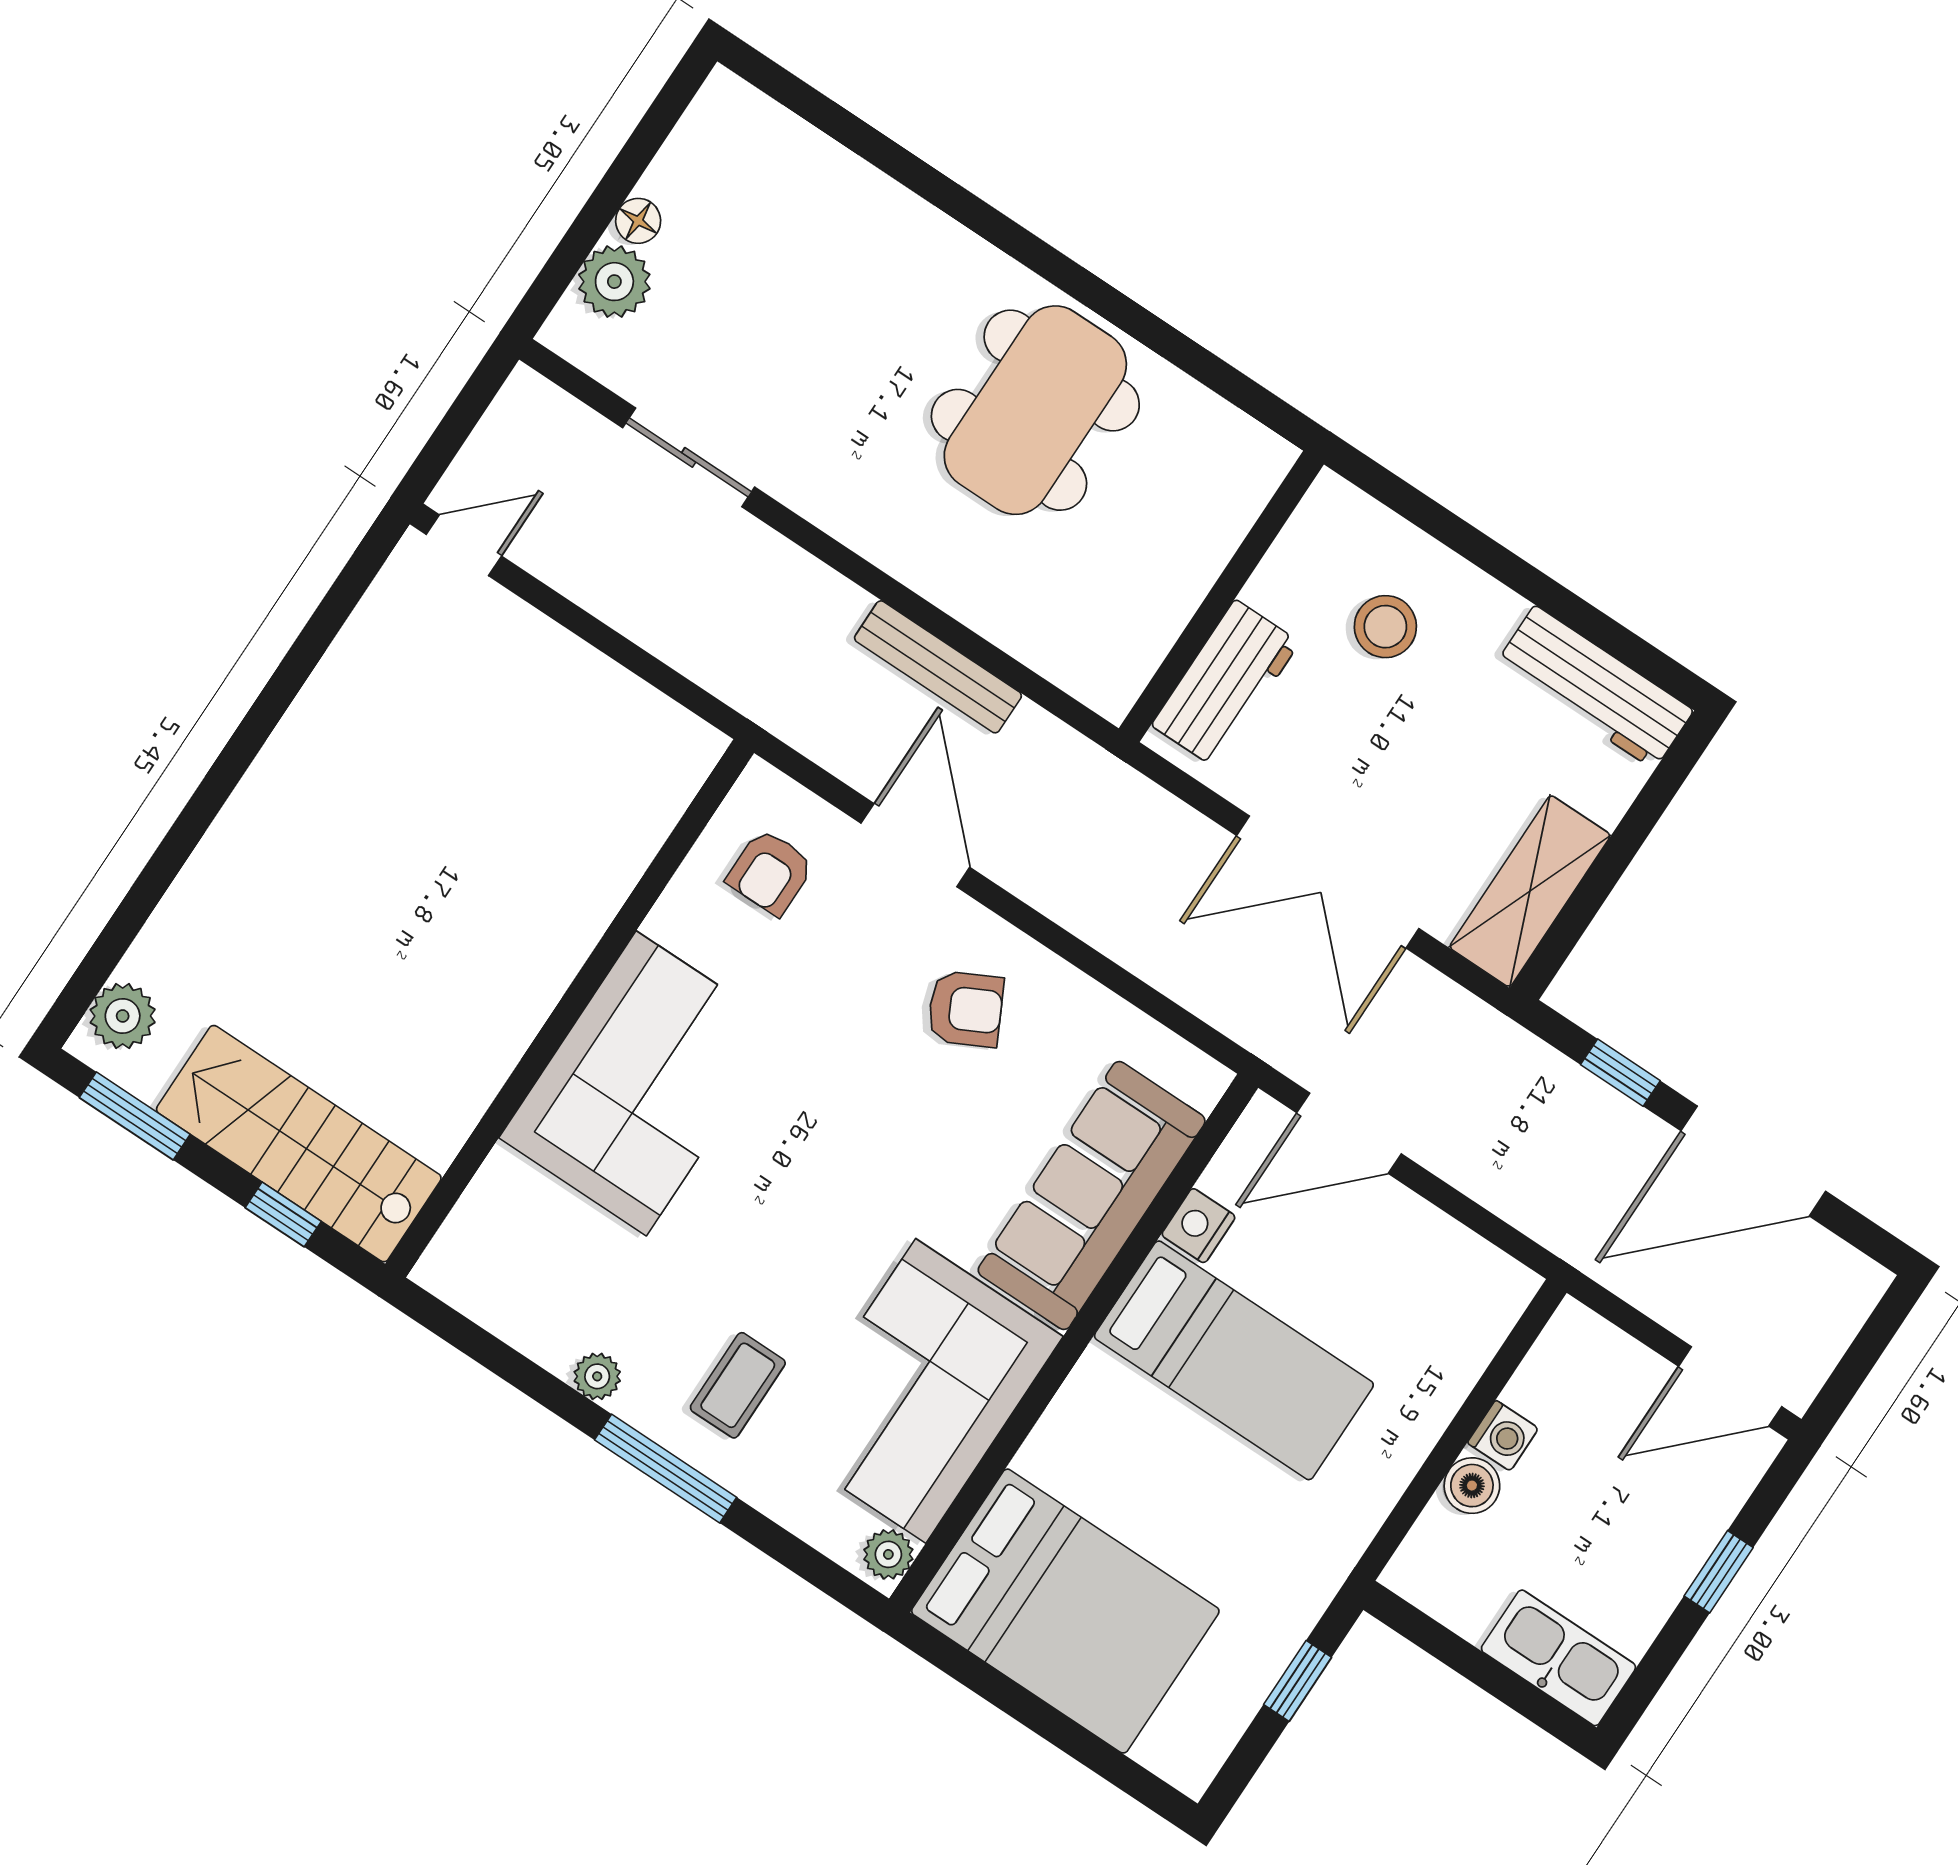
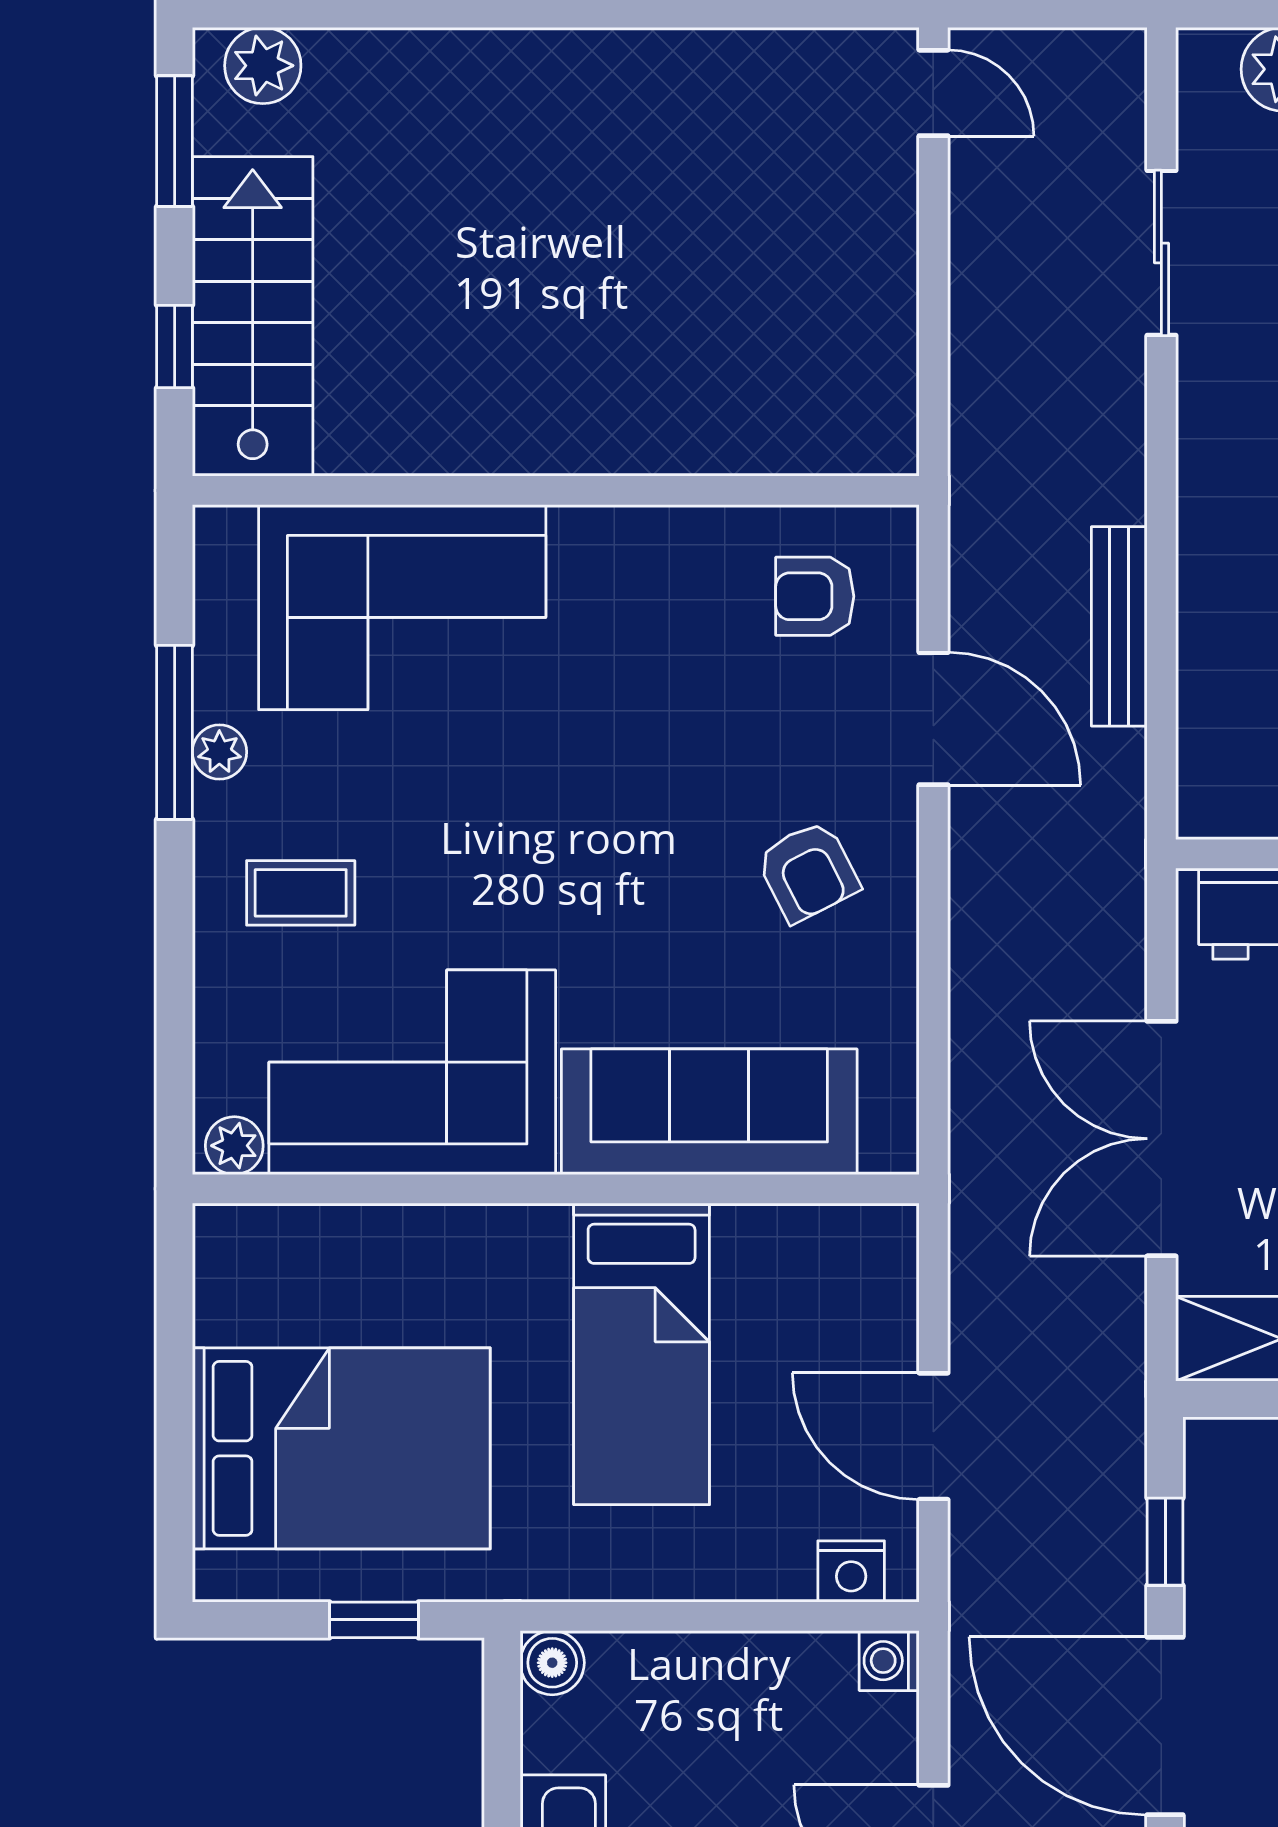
door: (915, 845) -> (933, 719), hinge flipped
corner sofa: (641, 1083) -> (402, 607), moved
door: (1349, 1133) -> (933, 1436), moved
nightstand: (1198, 1226) -> (851, 1571), moved, turned 180
washing machine: (1503, 1436) -> (889, 1661), moved, turned 90
window: (666, 1469) -> (175, 732), moved
boiler: (1472, 1486) -> (552, 1663), moved
bed: (1065, 1611) -> (341, 1448), moved, turned -90

